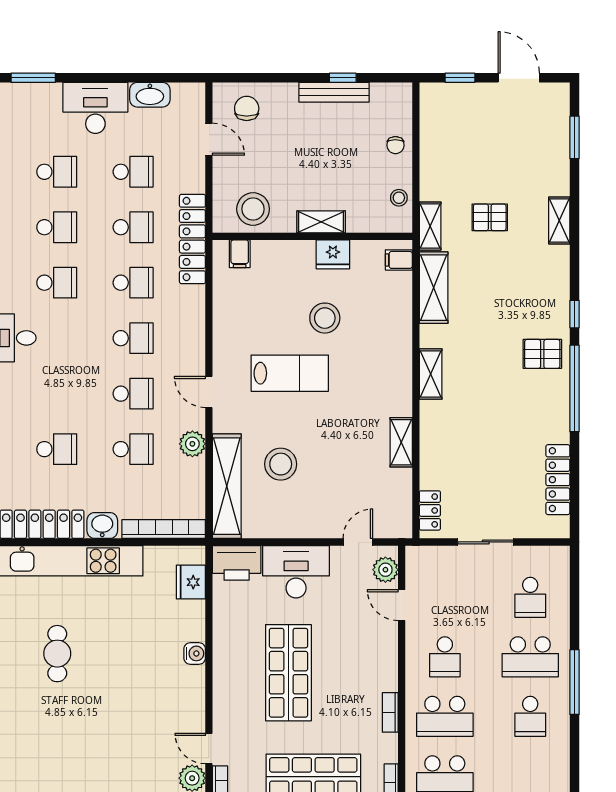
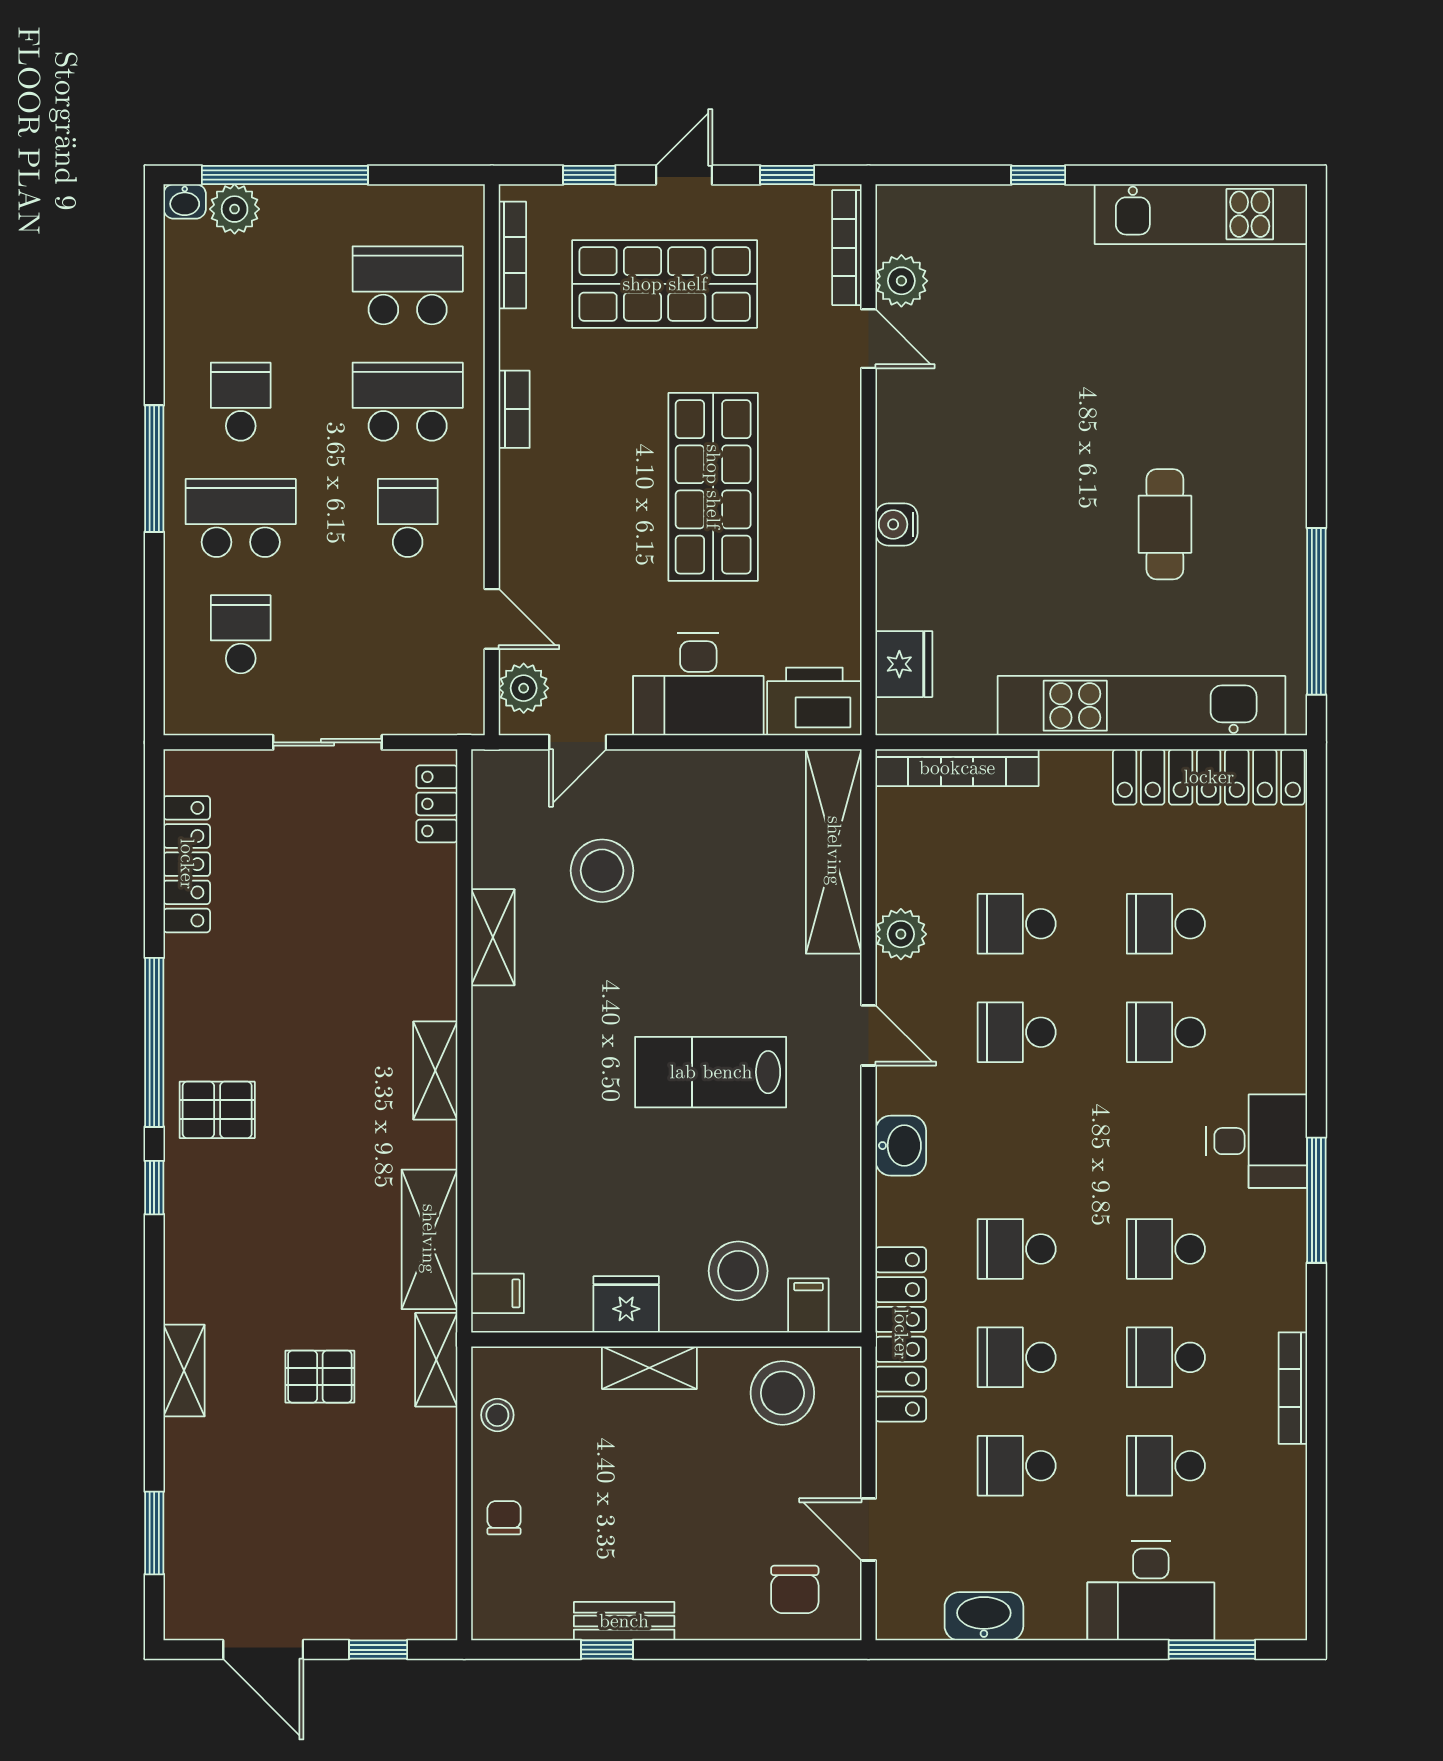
bench: (334, 92) -> (624, 1621), width x0.73
desk: (95, 108) -> (1151, 1590), moved
stool: (325, 318) -> (738, 1271), moved
school desk: (133, 338) -> (1166, 1032), moved
stool: (281, 464) -> (602, 871), moved
washbasin: (102, 525) -> (901, 1146), moved, turned -90

